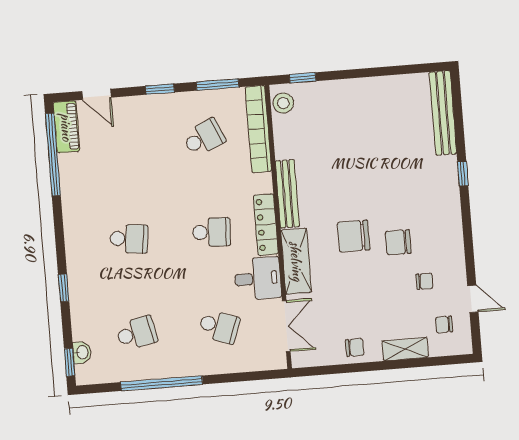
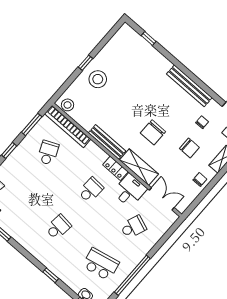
window: (303, 78) -> (85, 63), moved
stool: (350, 108) -> (98, 79), added
bench: (443, 113) -> (189, 86), moved
window: (463, 174) -> (149, 38), moved
locker: (266, 225) -> (115, 168), width x0.66
chair: (398, 242) -> (189, 148), moved, turned -90
school desk: (137, 333) -> (101, 264), width x1.85

